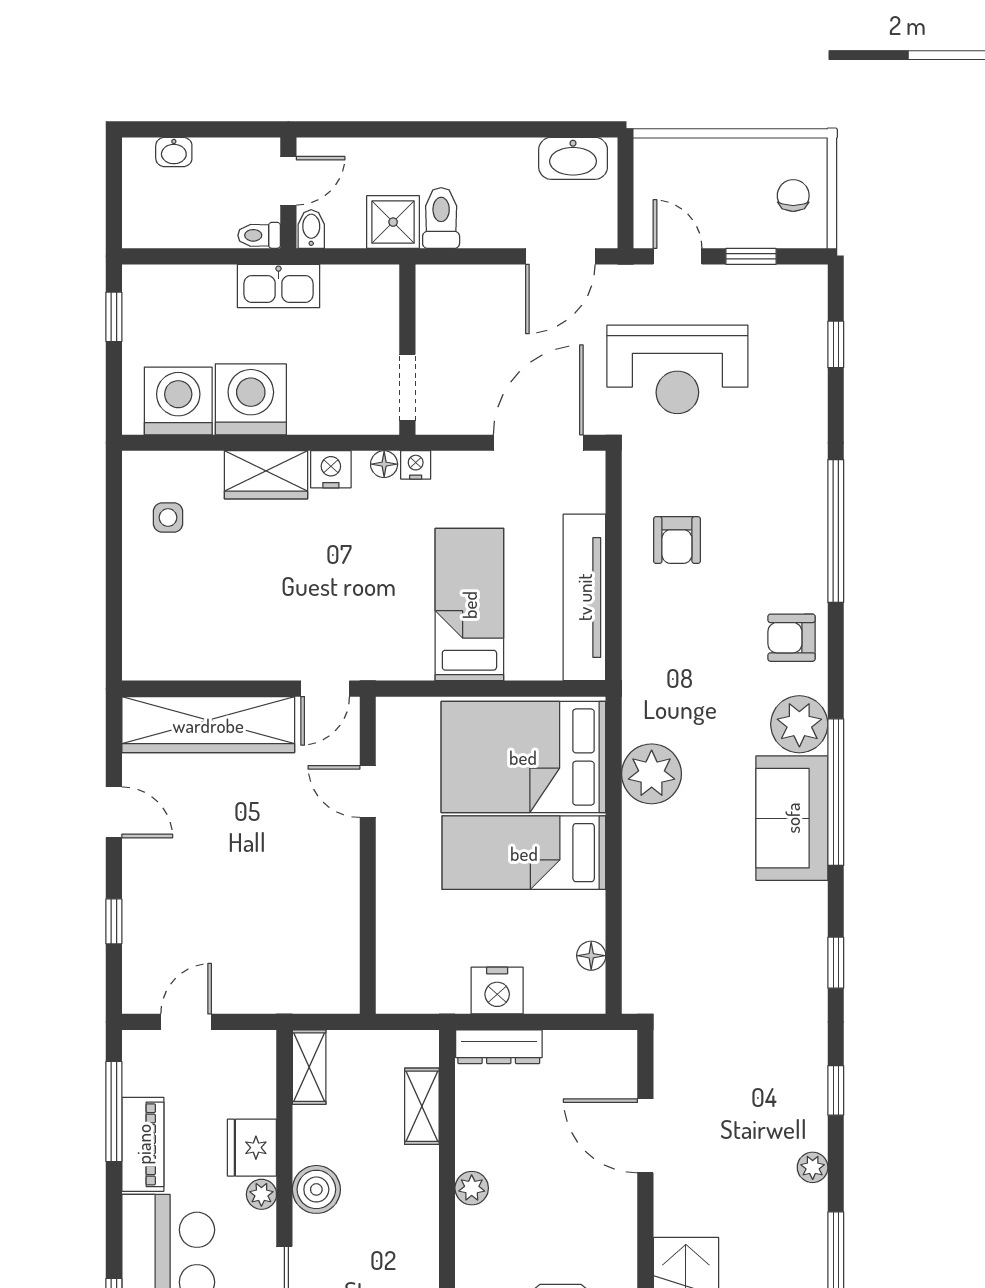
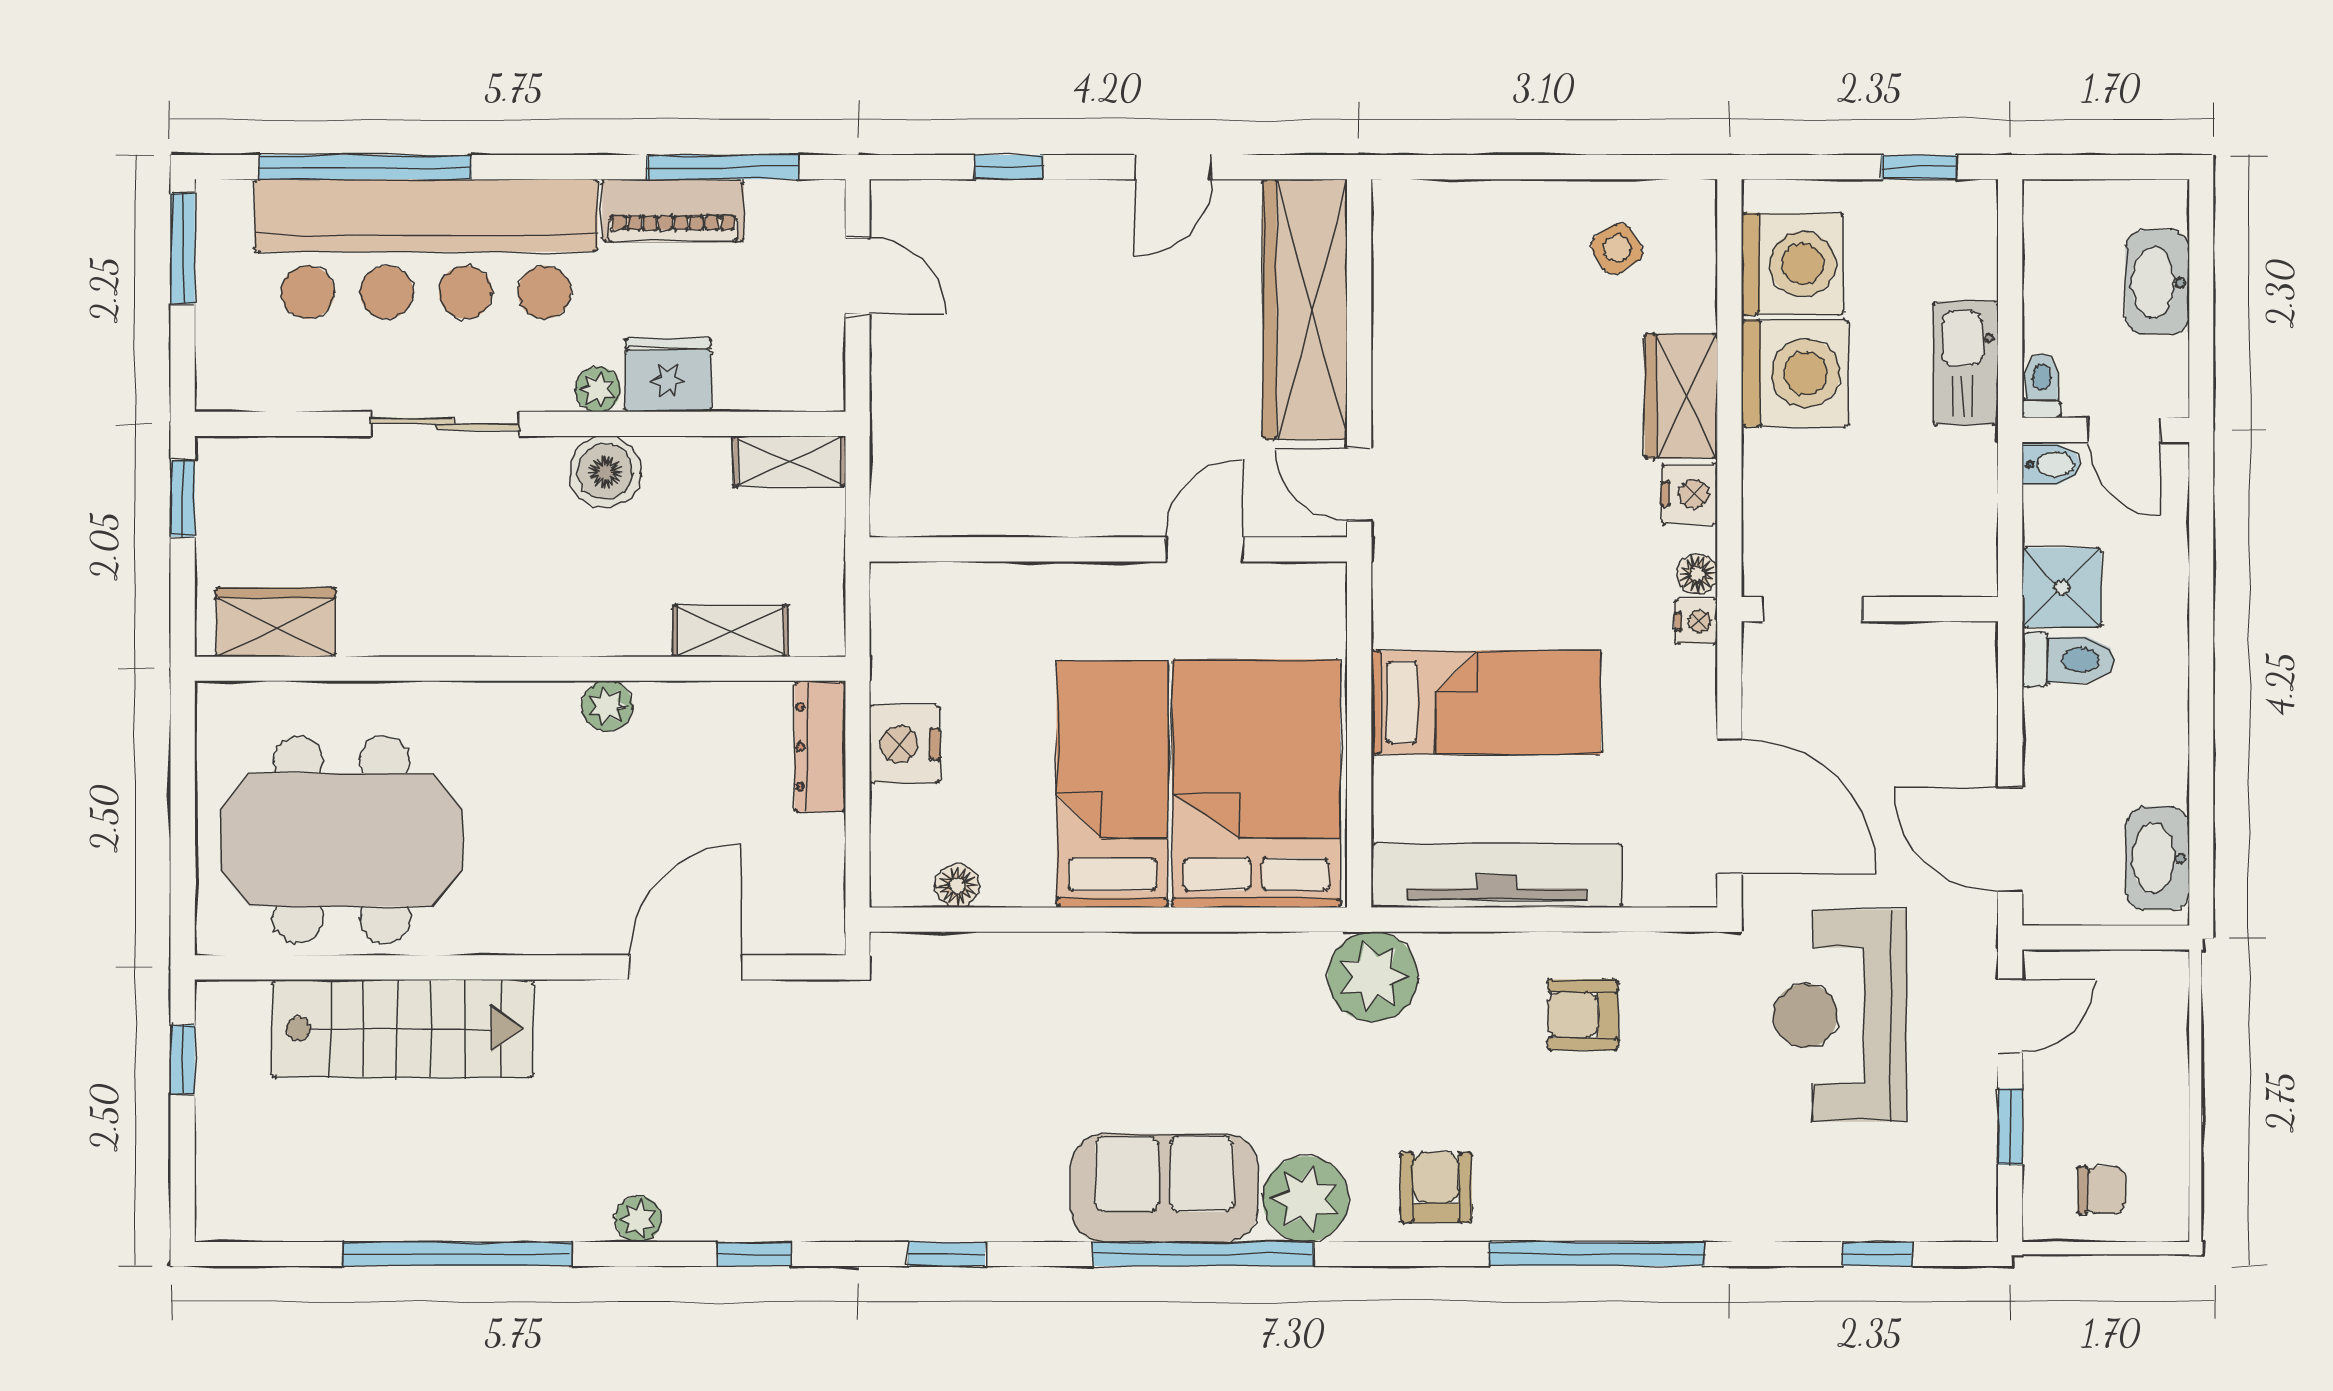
washbasin: (174, 152) -> (2157, 282), width x1.91, depth x1.45
kitchen sink: (279, 286) -> (1966, 363), moved
side table: (168, 517) -> (1617, 249), turned -33
plant: (652, 774) -> (1373, 977), moved

